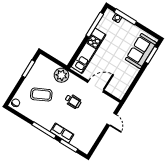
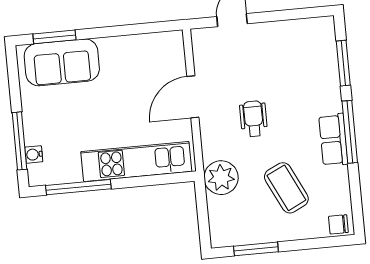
door: (96, 86) -> (193, 97), hinge flipped
row of seats: (62, 133) -> (333, 140), moved

